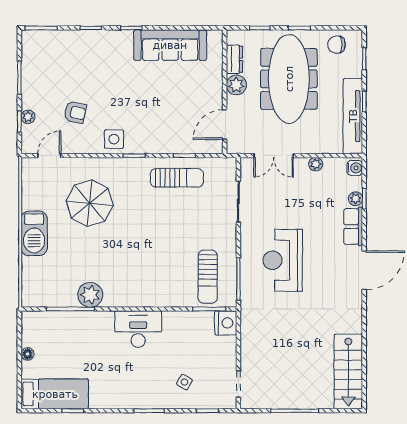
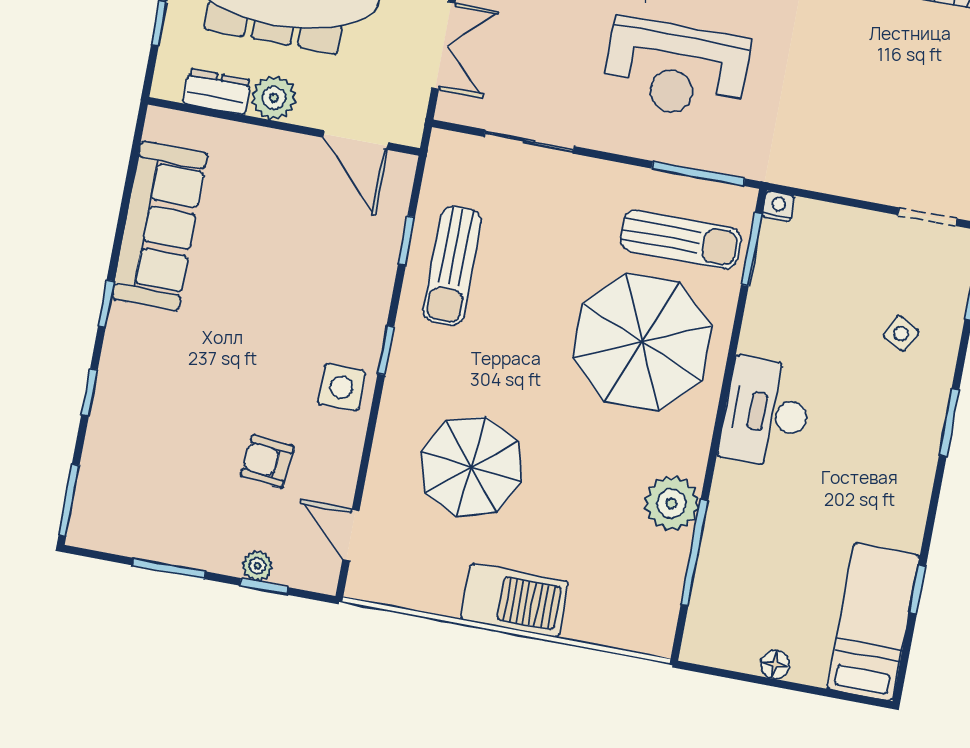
armchair: (75, 112) -> (267, 461), turned -96
sun lounger: (177, 178) -> (452, 266), turned 180
parasol: (159, 268) -> (642, 342), added
nightstand: (226, 323) -> (778, 206), width x0.53, depth x0.56

